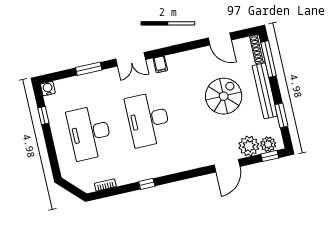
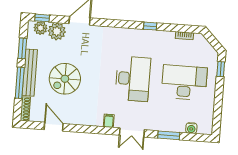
double door: (131, 59) -> (132, 132), swing flipped
window: (269, 59) -> (20, 83), moved
water cooler: (48, 89) -> (191, 128), moved
window: (43, 116) -> (221, 69), moved
desk: (90, 133) -> (184, 83), turned -90

